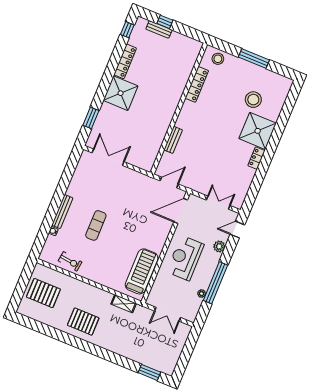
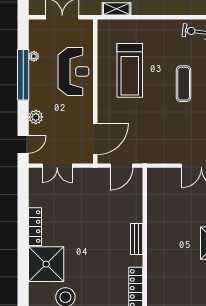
bench: (173, 140) -> (137, 239), moved
locker: (256, 158) -> (35, 227), width x1.53
reception desk: (185, 258) -> (73, 72), moved
treadmill: (142, 271) -> (130, 70), moved

